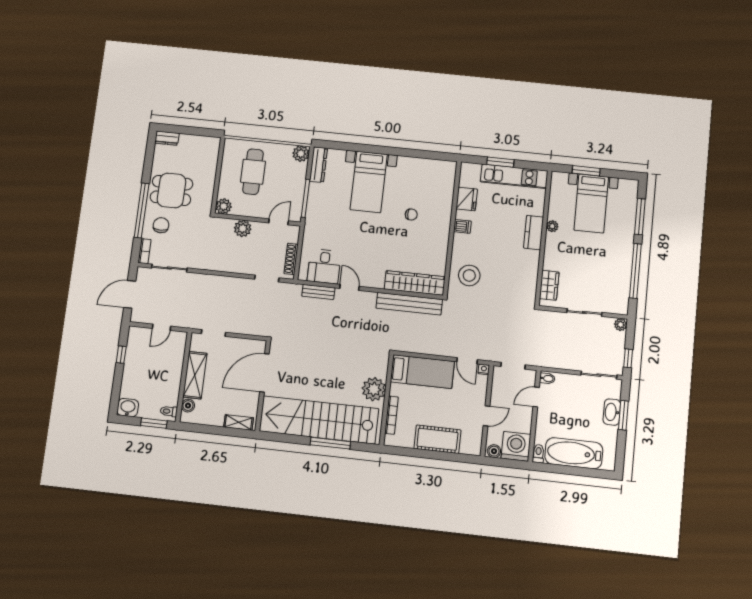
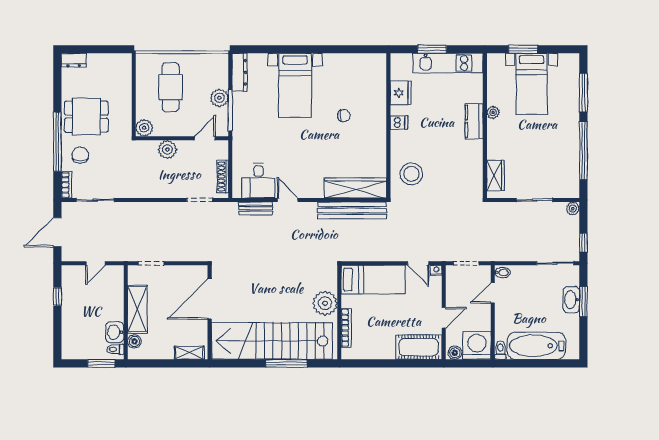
plant: (301, 154) -> (219, 98), moved
washbasin: (128, 408) -> (115, 332), moved, turned -90
cot: (437, 439) -> (419, 347), moved

